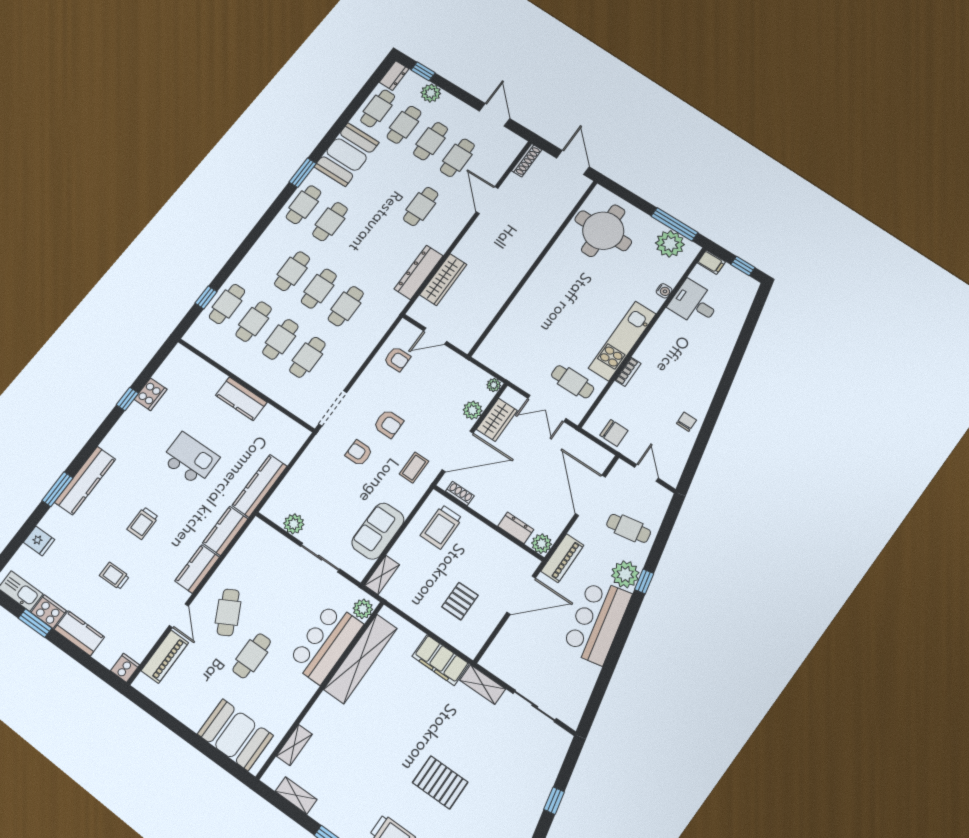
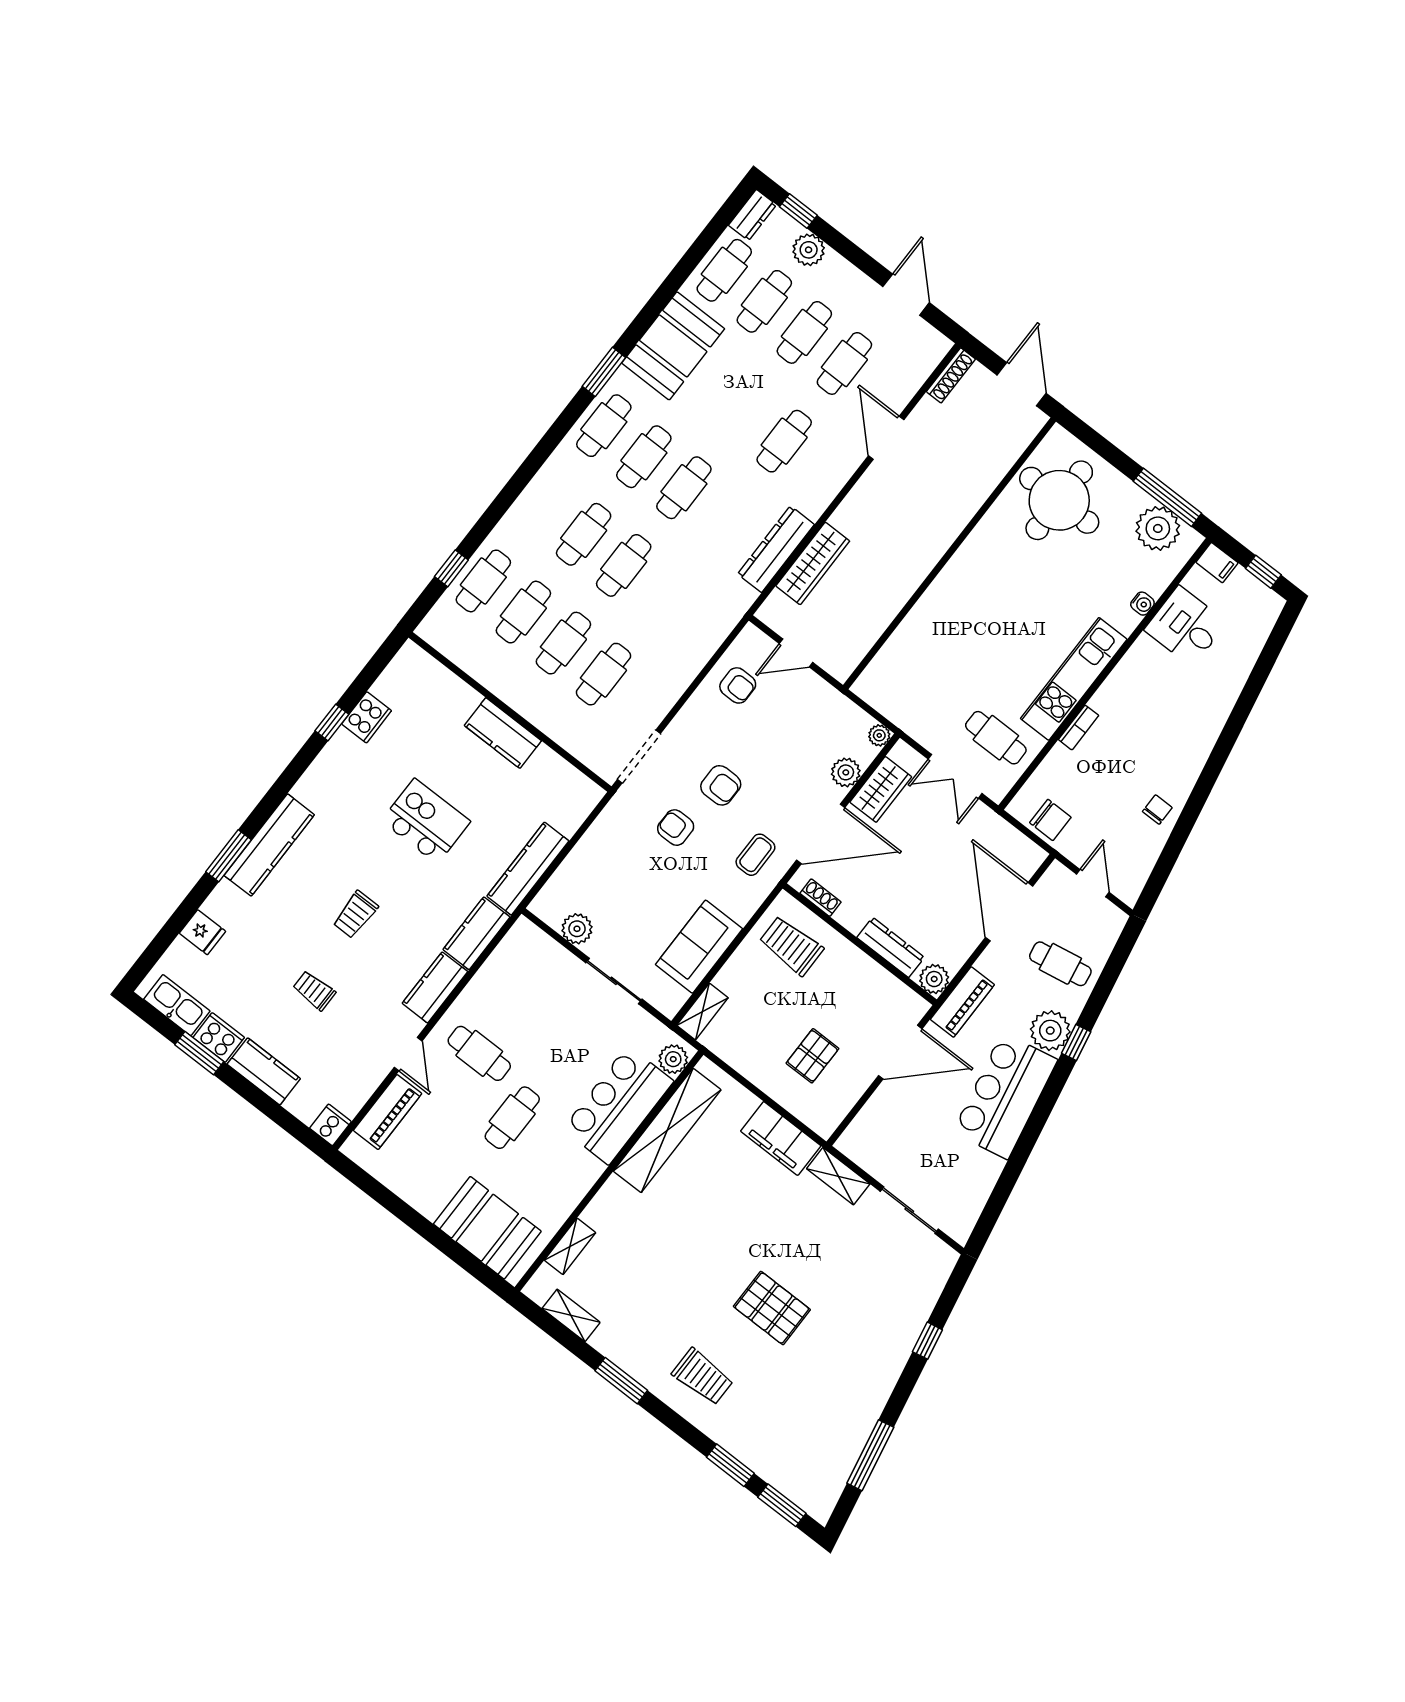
cafe table: (346, 306) -> (684, 488), moved
trolley: (441, 527) -> (791, 946), turned 90
dresser: (516, 528) -> (891, 947), width x1.44
cafe table: (228, 612) -> (479, 1053), turned -62

